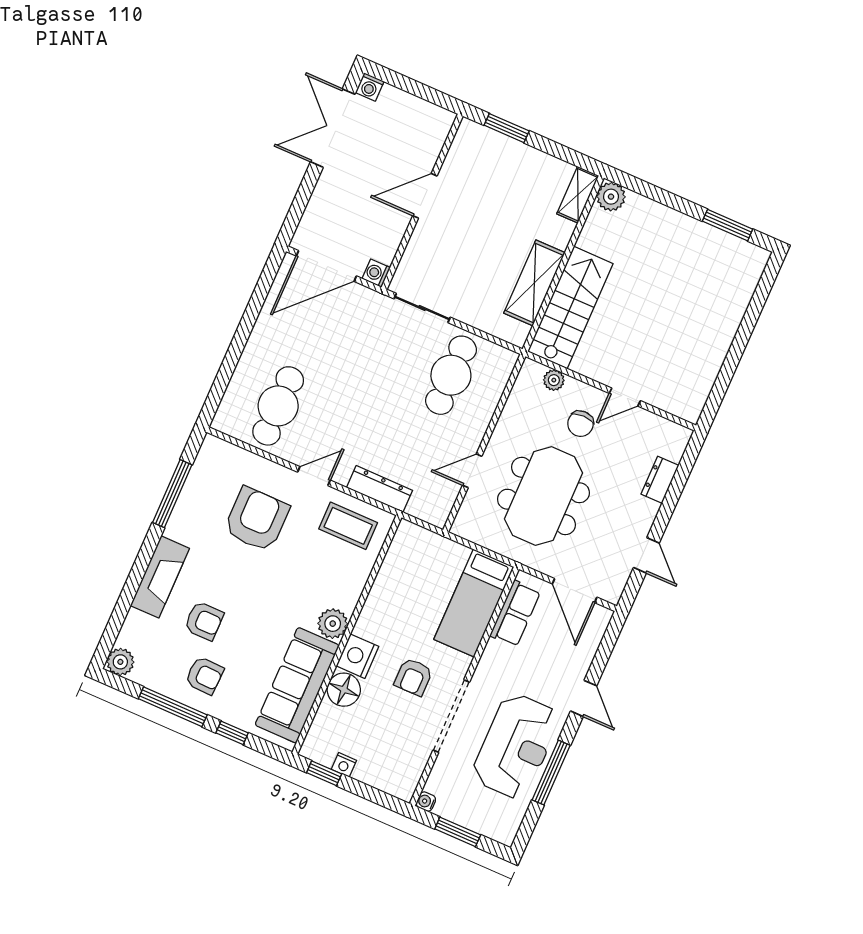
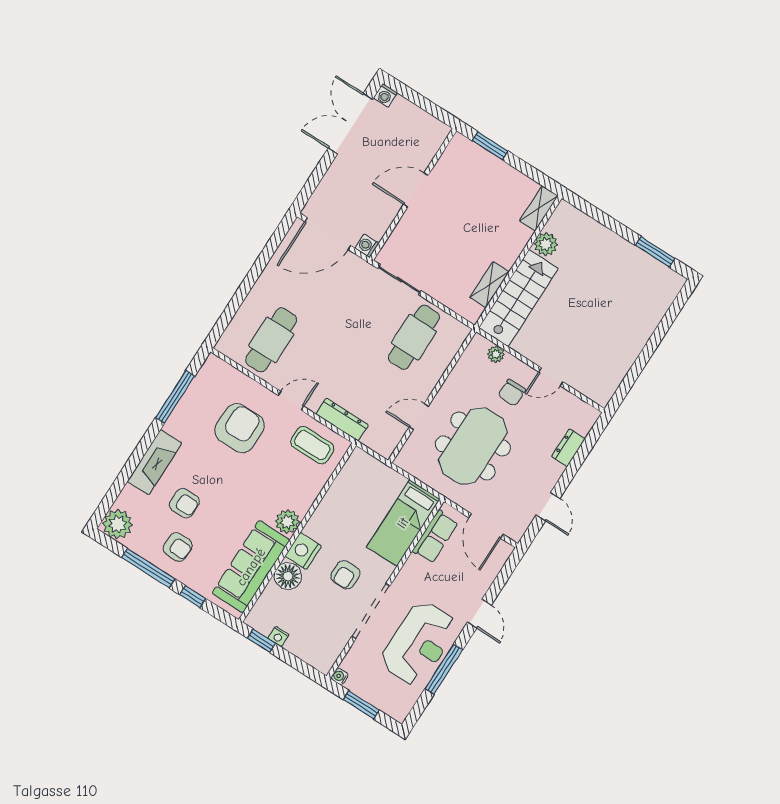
plant: (611, 197) -> (546, 244), moved
shelving: (534, 283) -> (490, 285), width x0.67, depth x0.75
plant: (120, 662) -> (118, 524), width x1.36, depth x1.36

